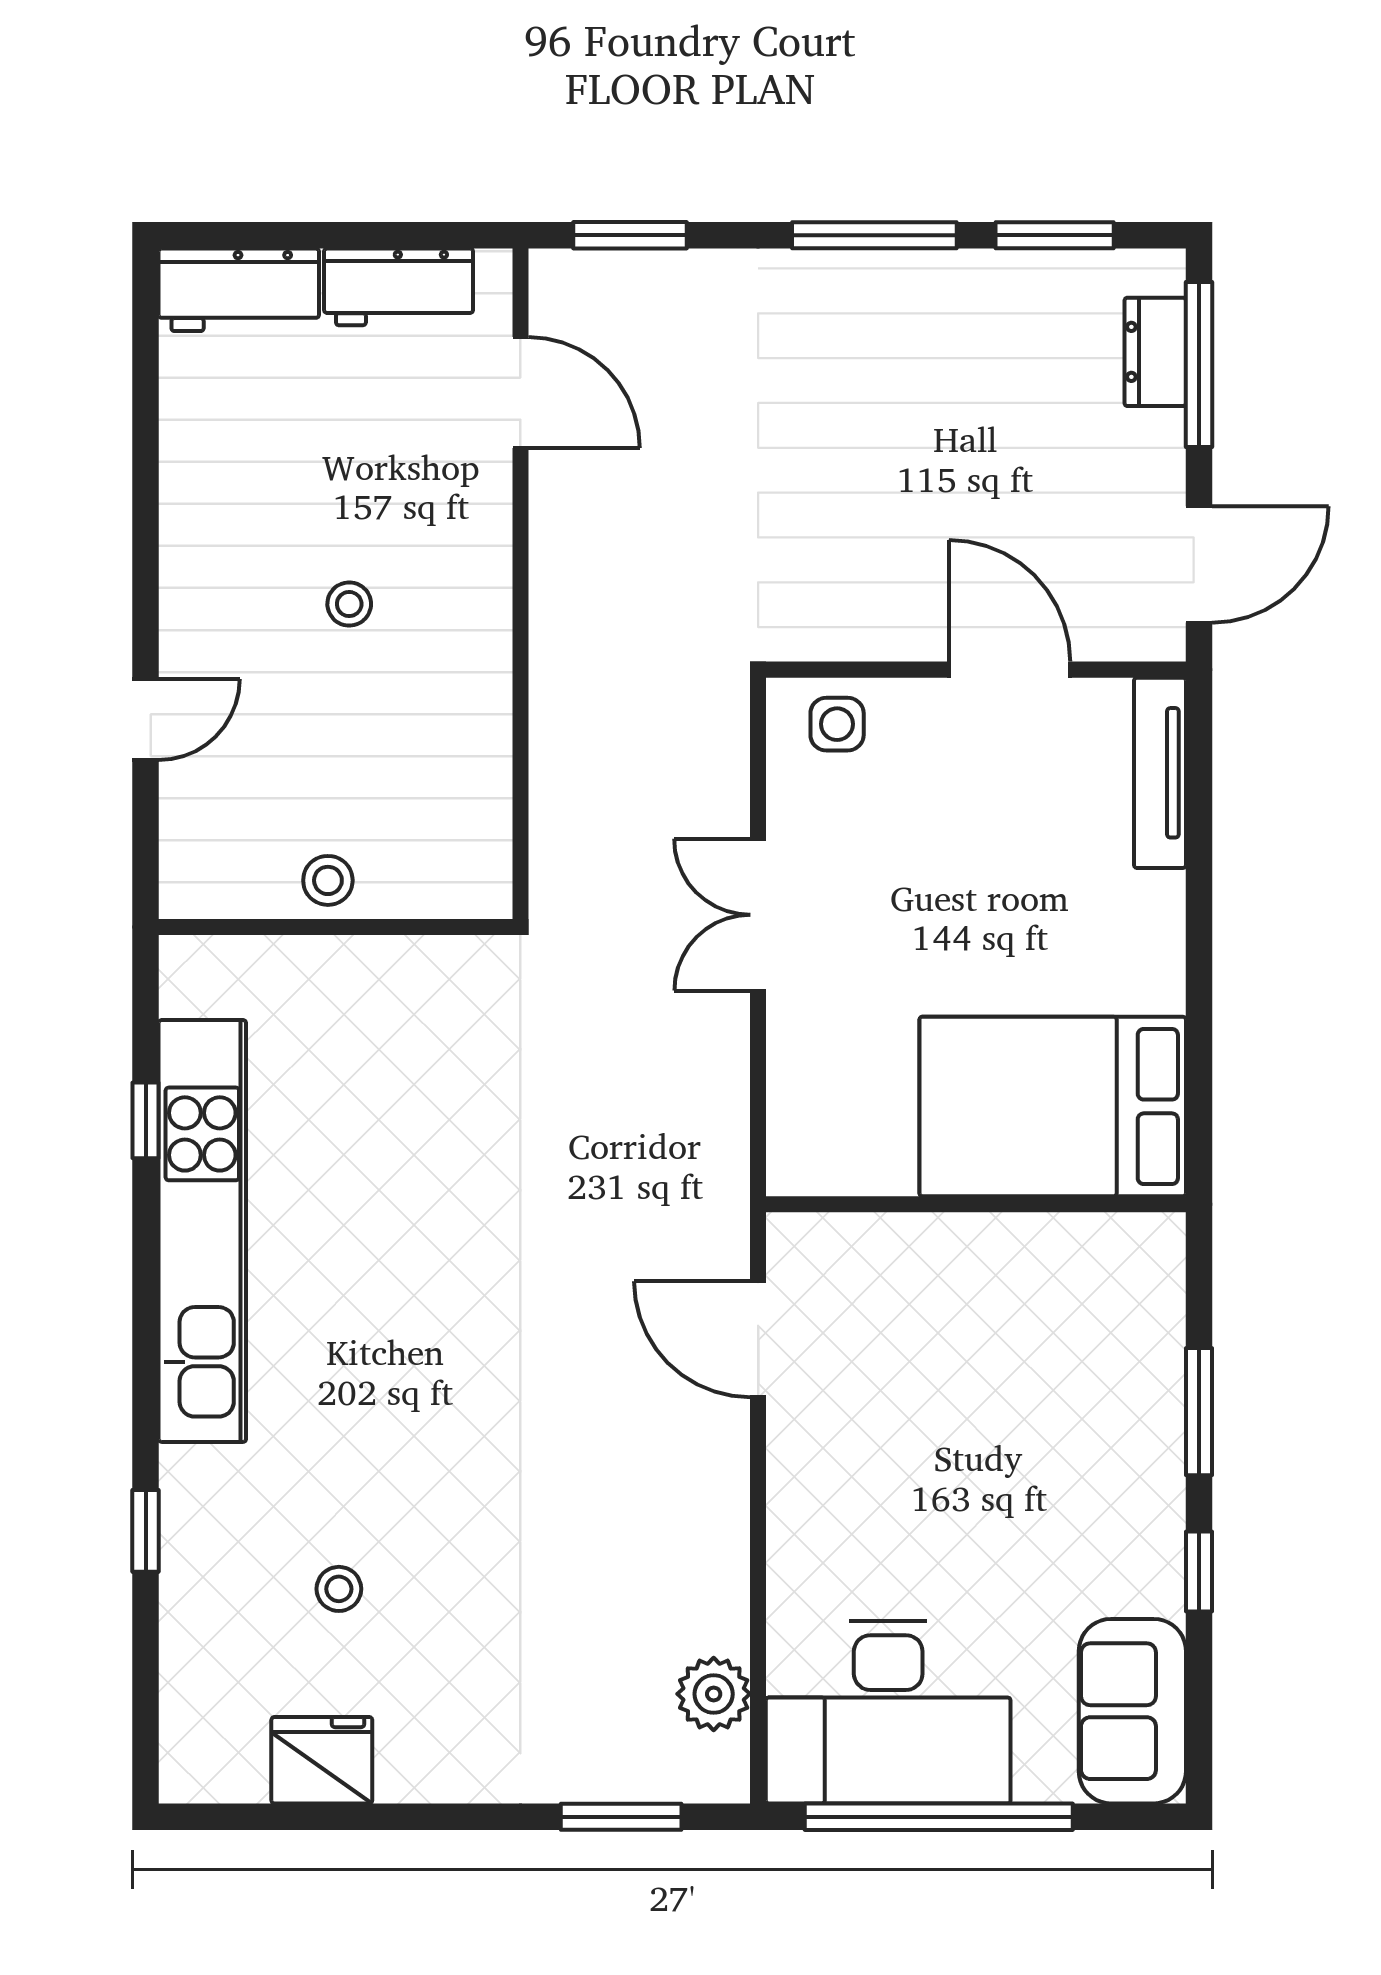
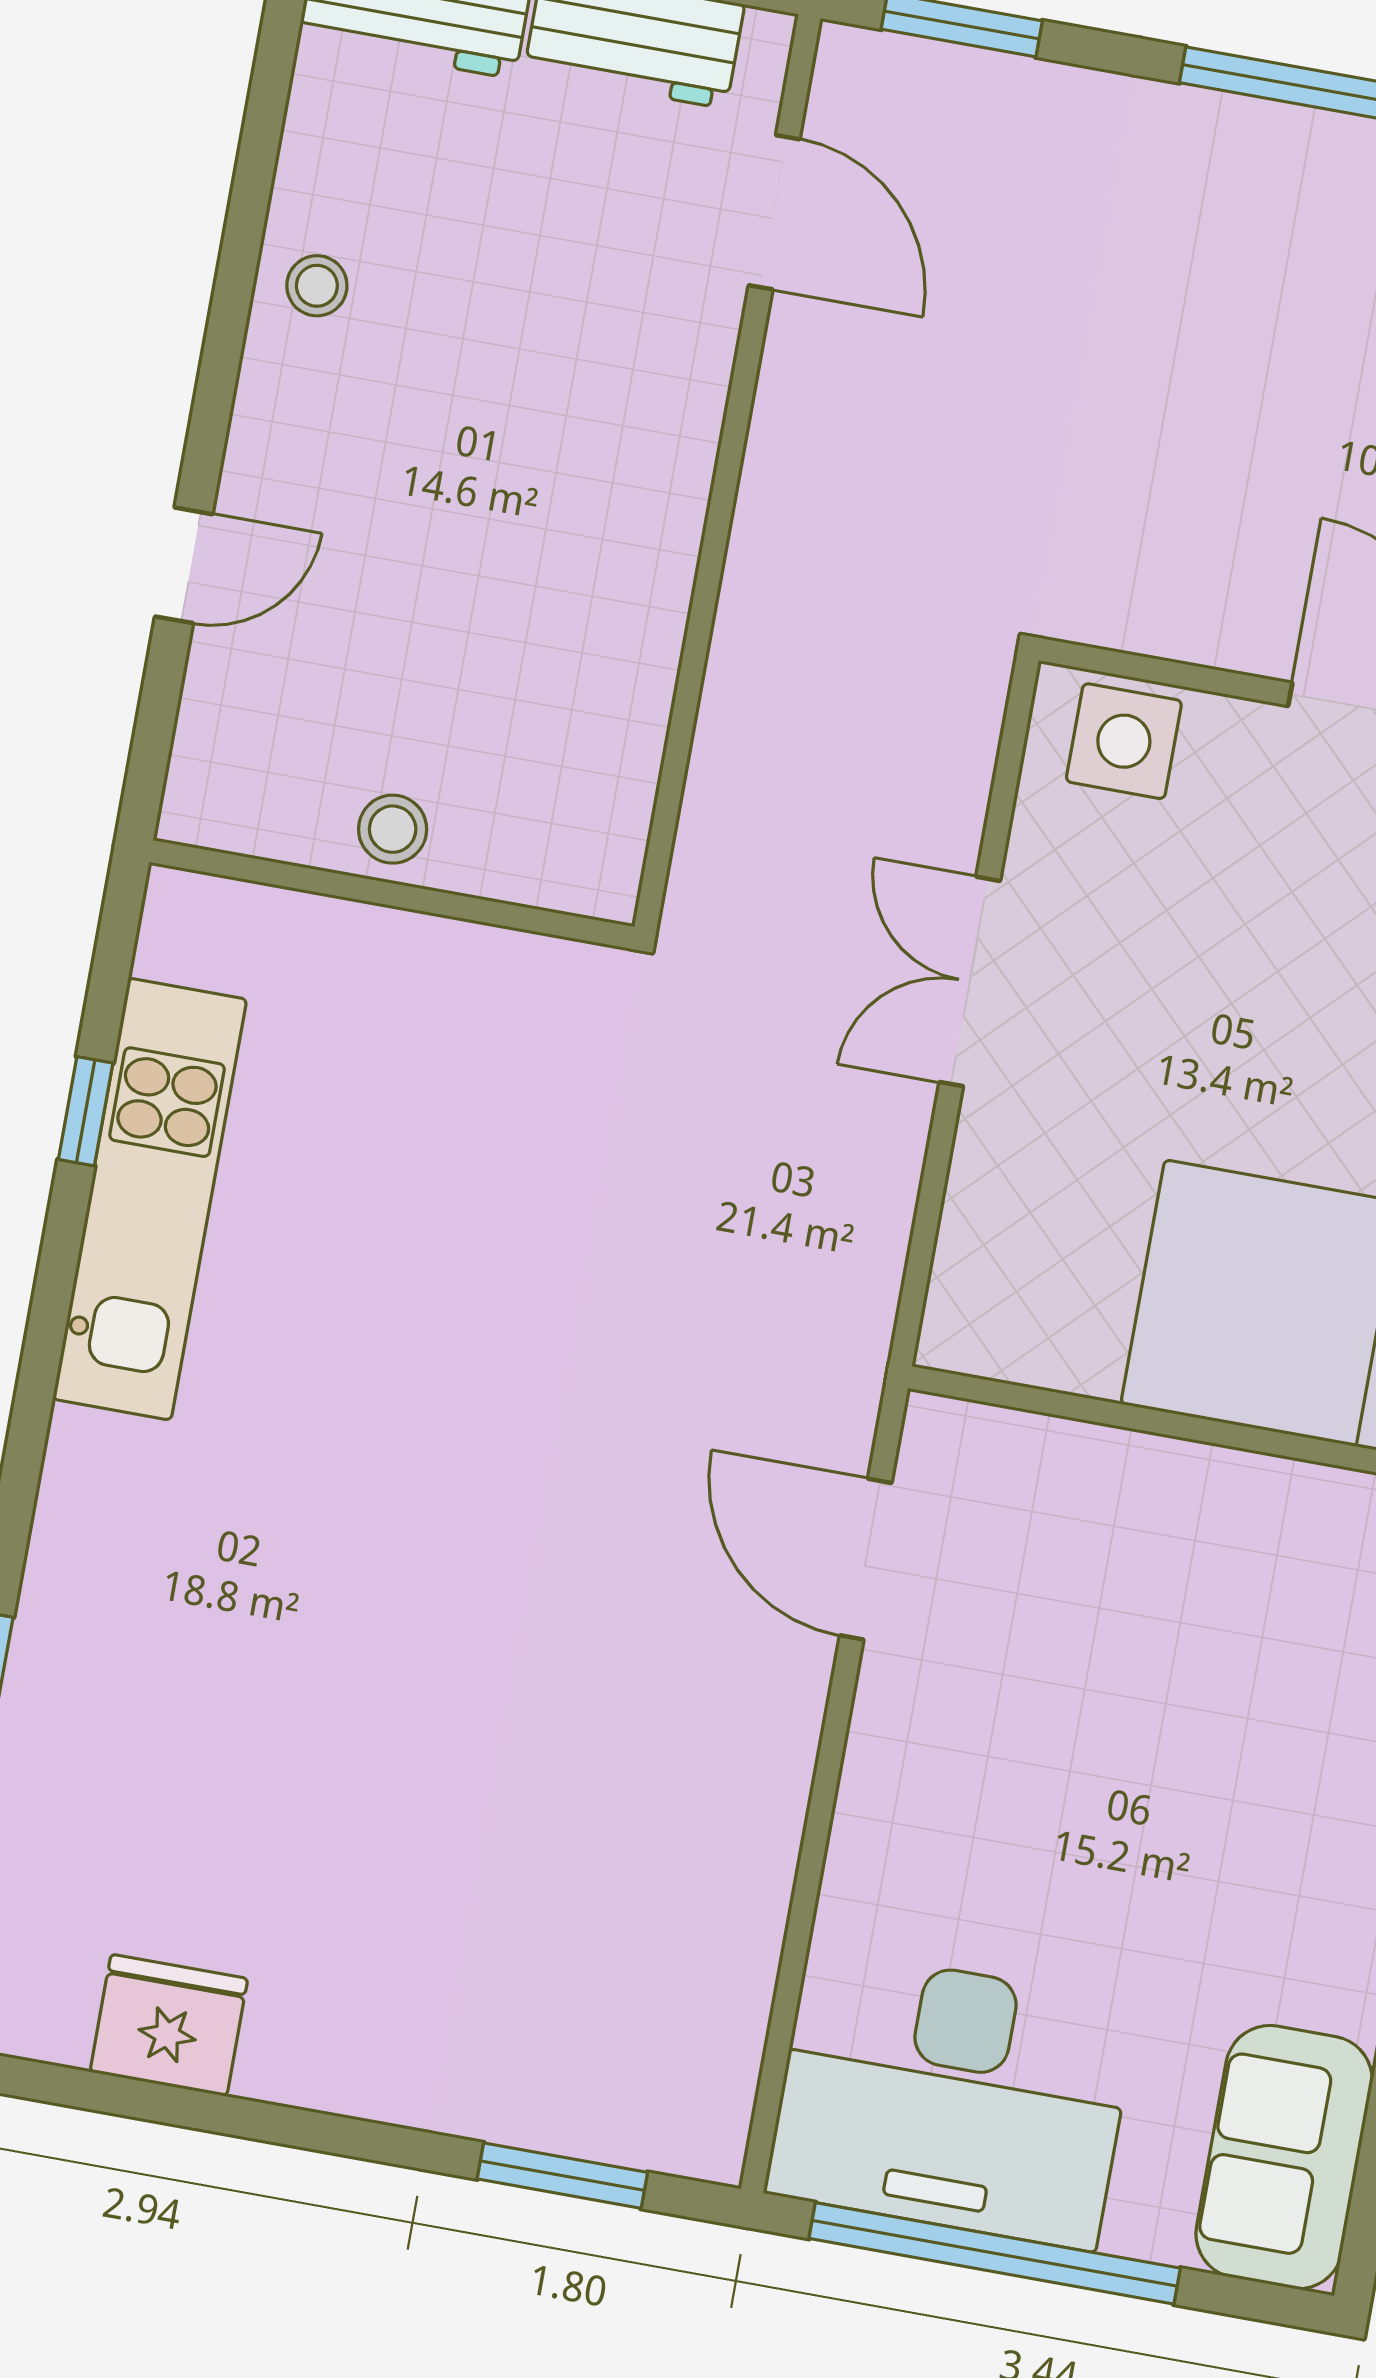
stool: (349, 604) -> (317, 286), moved
side table: (837, 724) -> (1124, 741), width x1.37, depth x1.37
kitchen unit: (202, 1231) -> (150, 1199), width x0.73
stool: (339, 1589) -> (234, 1796), removed
plant: (714, 1694) -> (718, 2031), removed

